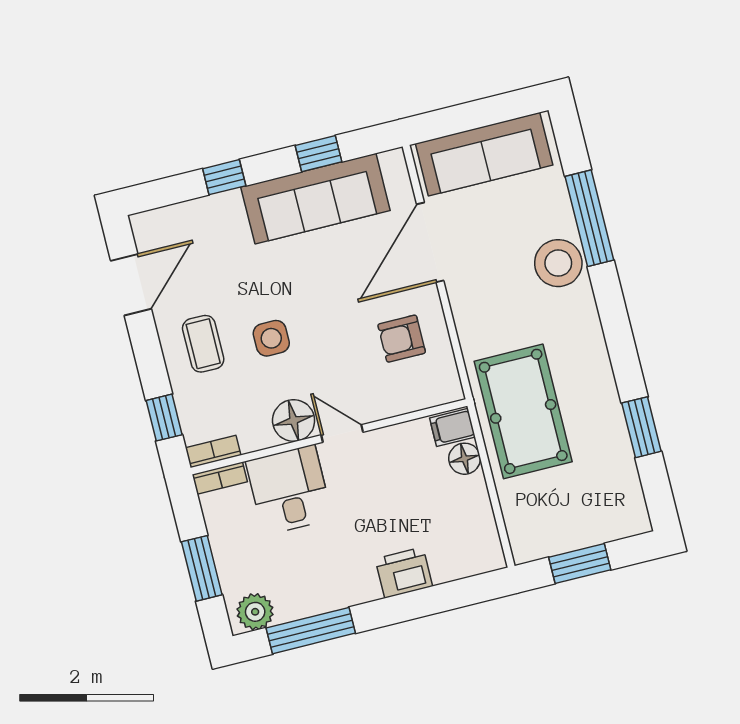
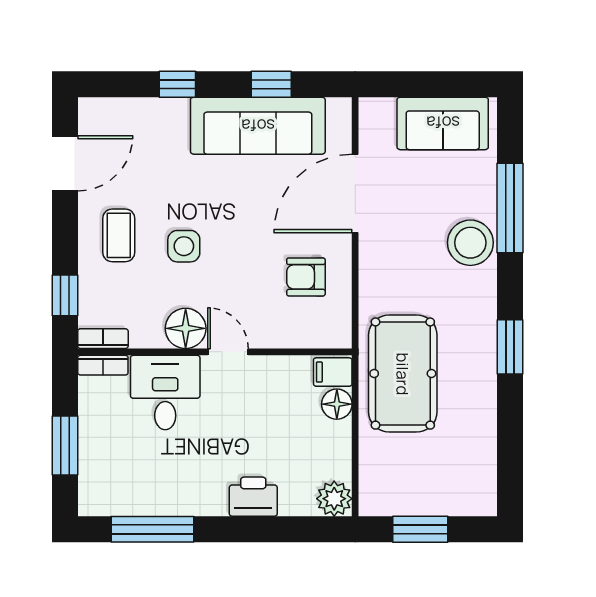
sofa: (484, 154) -> (443, 123), width x0.73
window: (641, 427) -> (510, 347), moved
plant: (255, 612) -> (334, 499), moved

